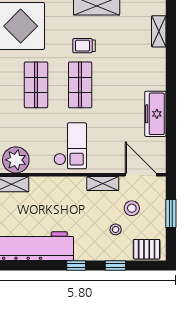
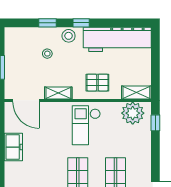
freezer: (155, 114) -> (13, 147), width x0.71
stool: (132, 208) -> (69, 36), moved
pallet: (147, 249) -> (97, 83), moved

